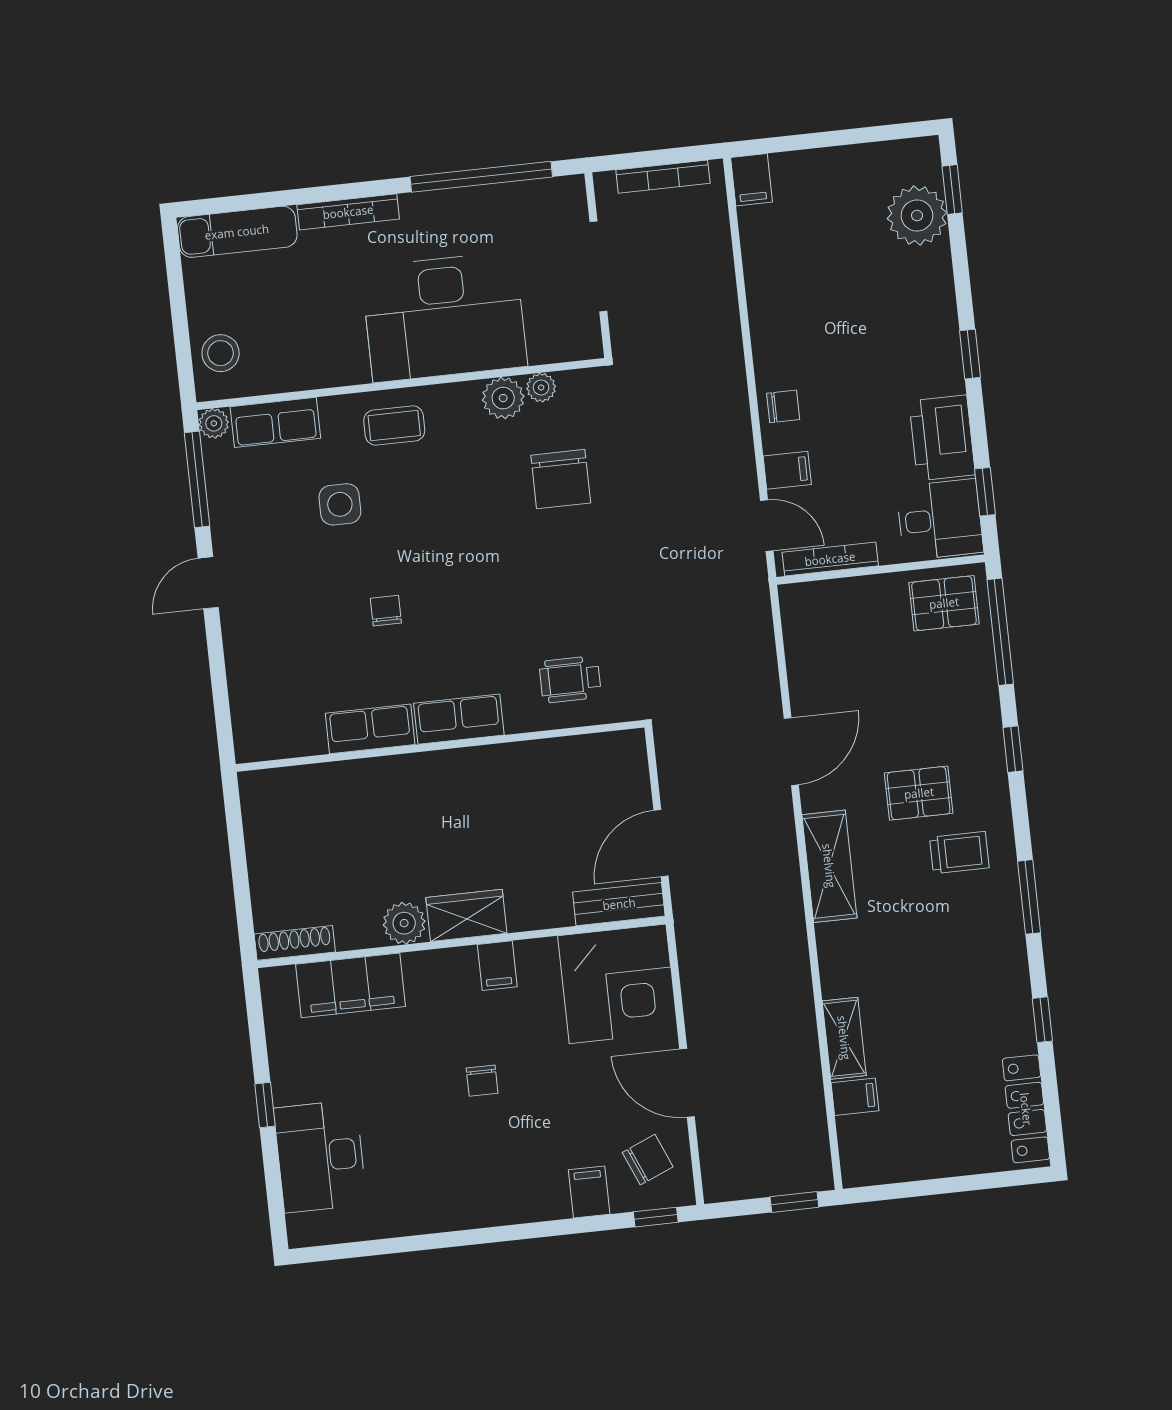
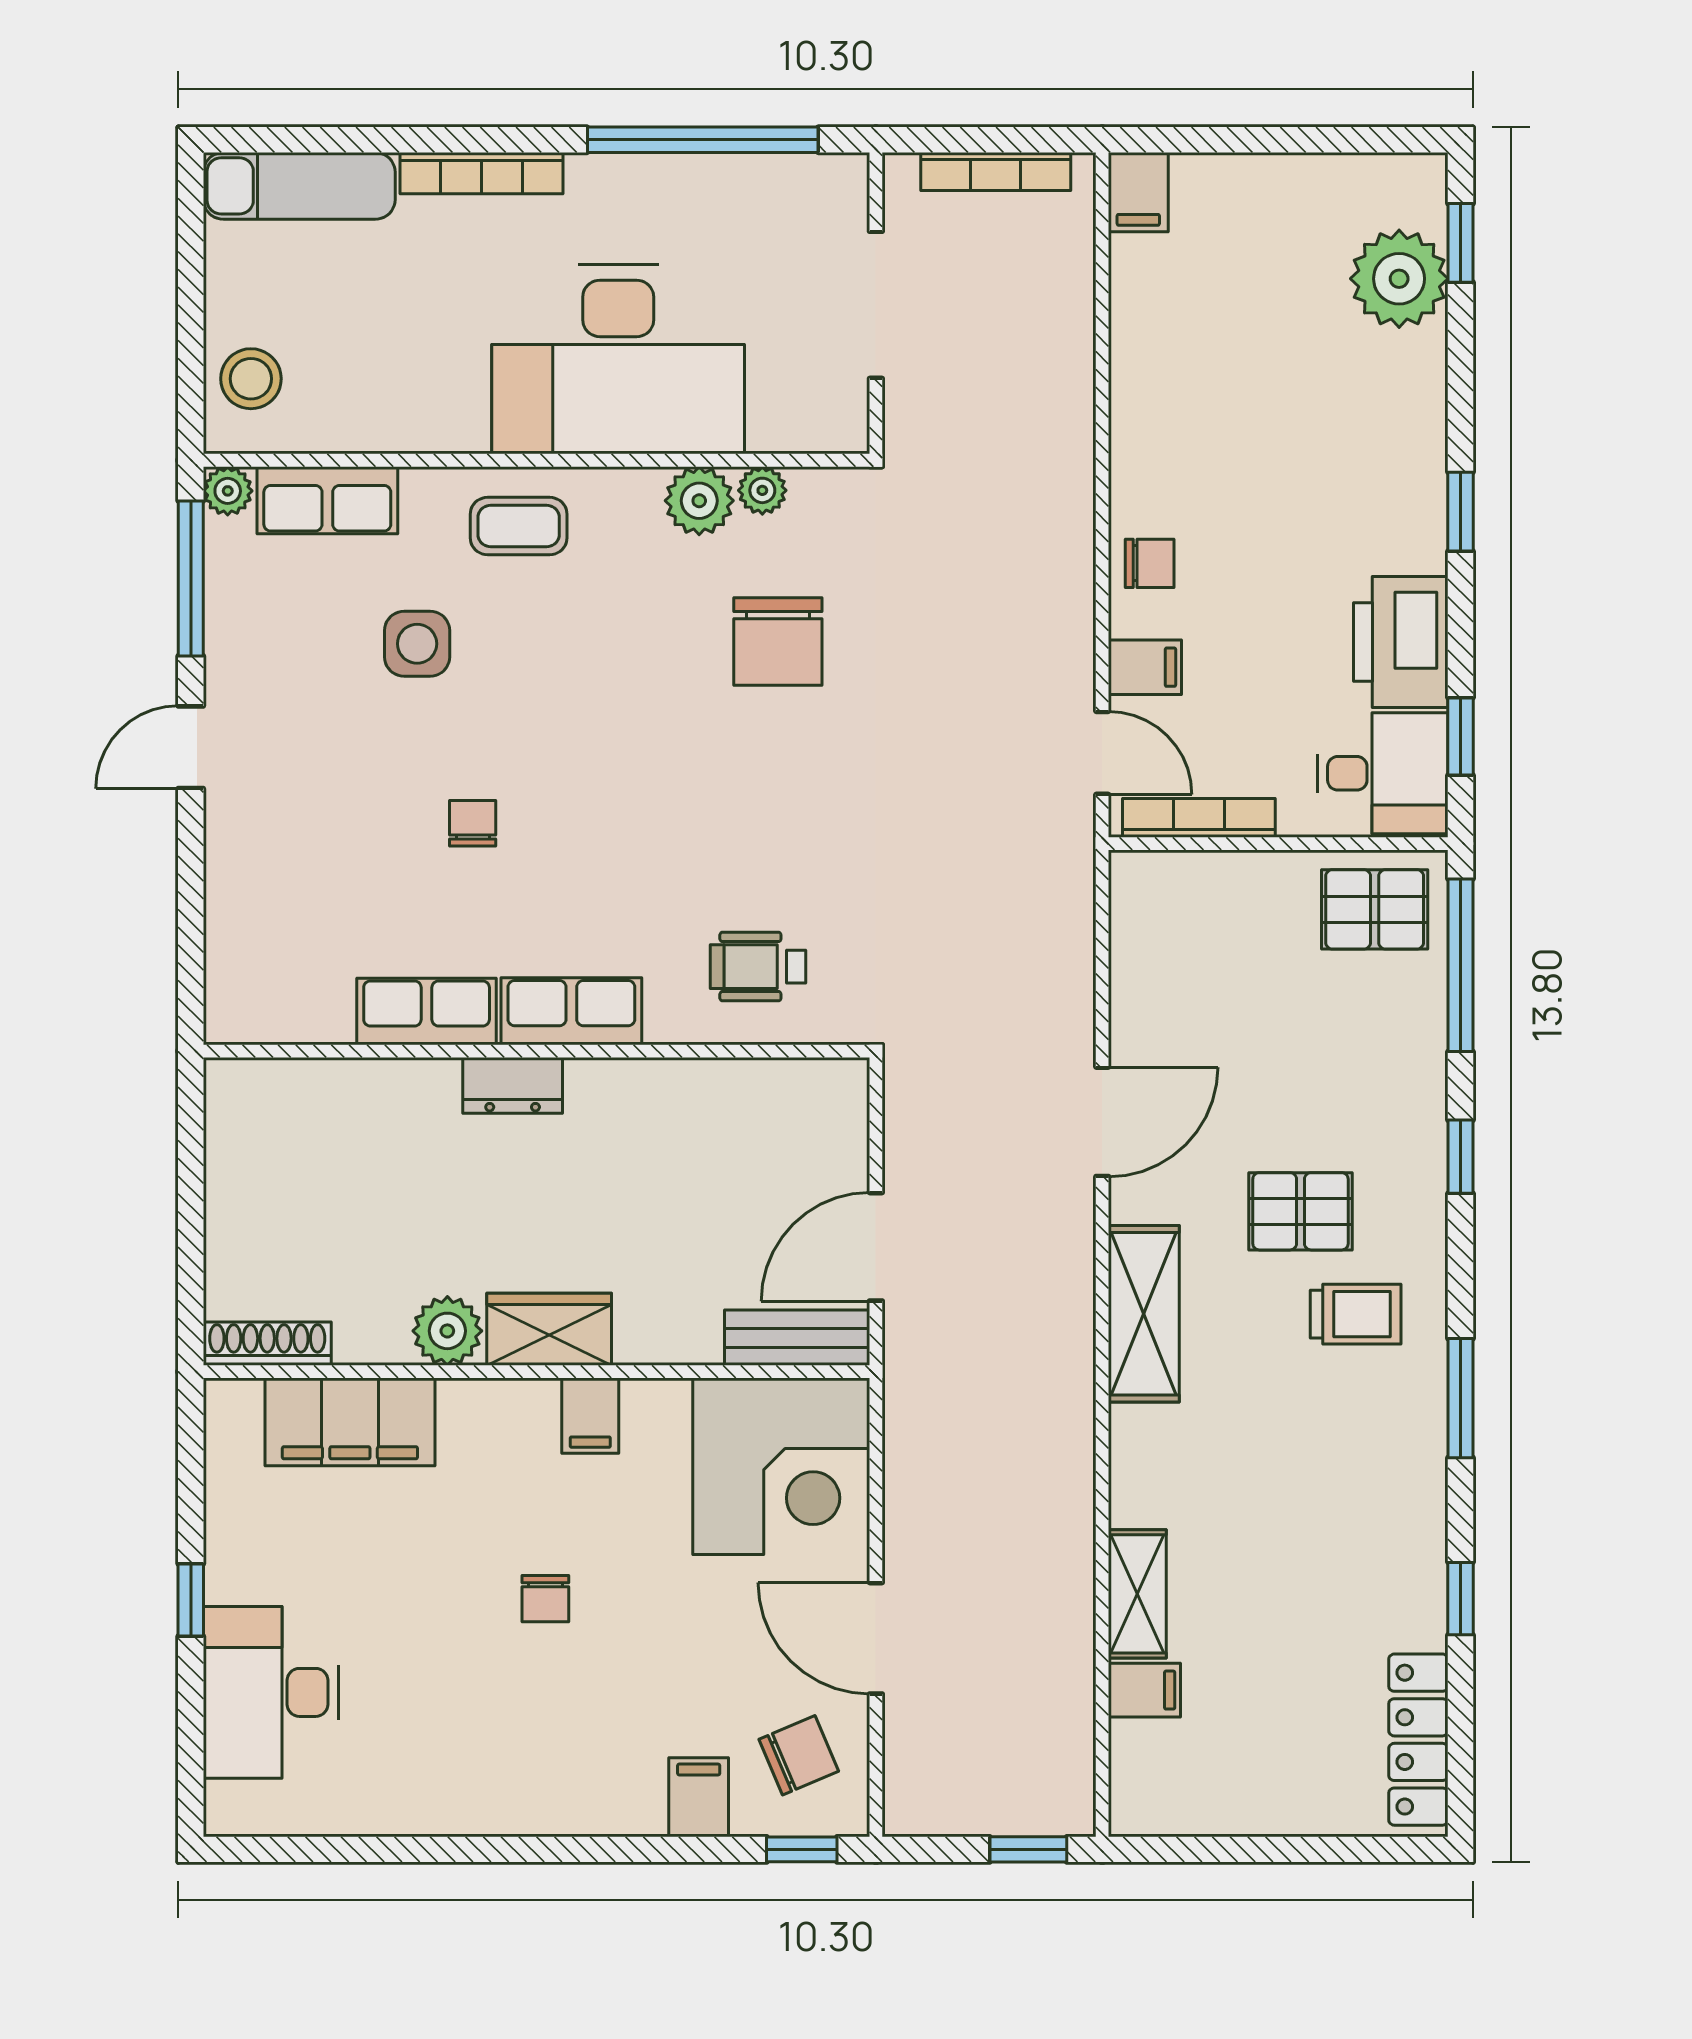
dresser: (428, 768) -> (513, 1085), added

